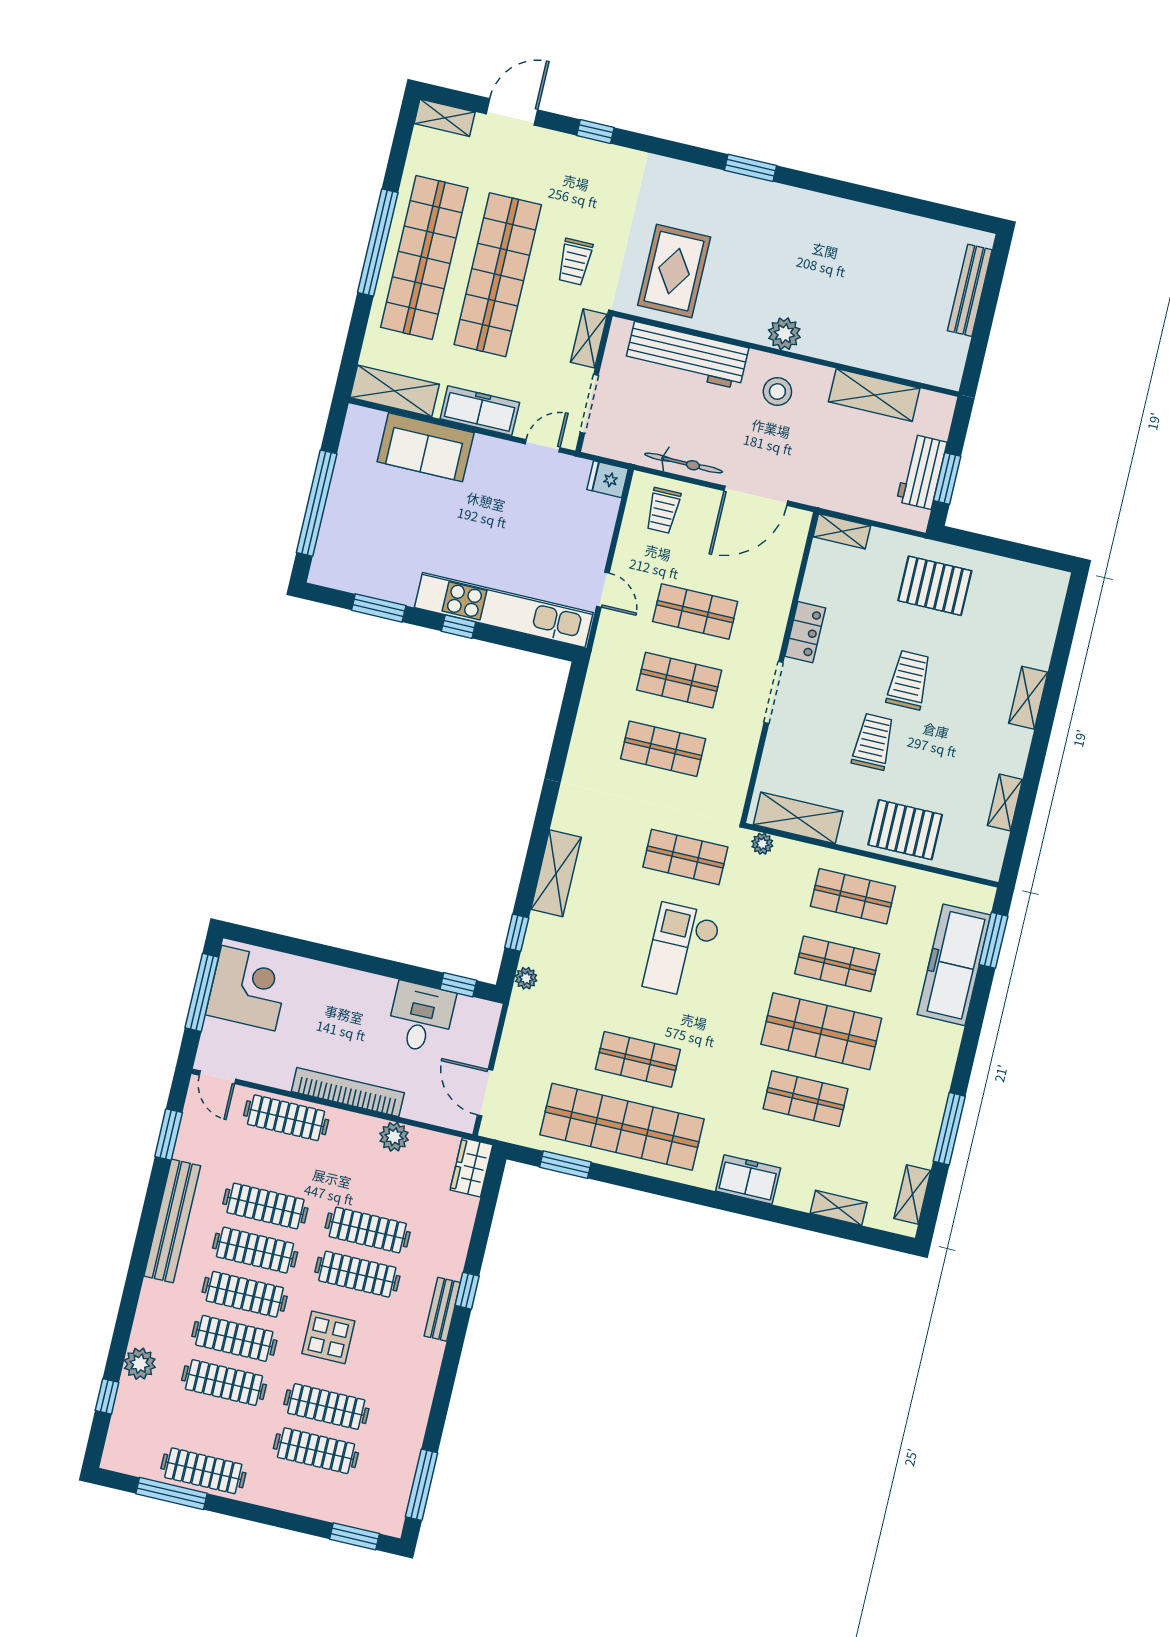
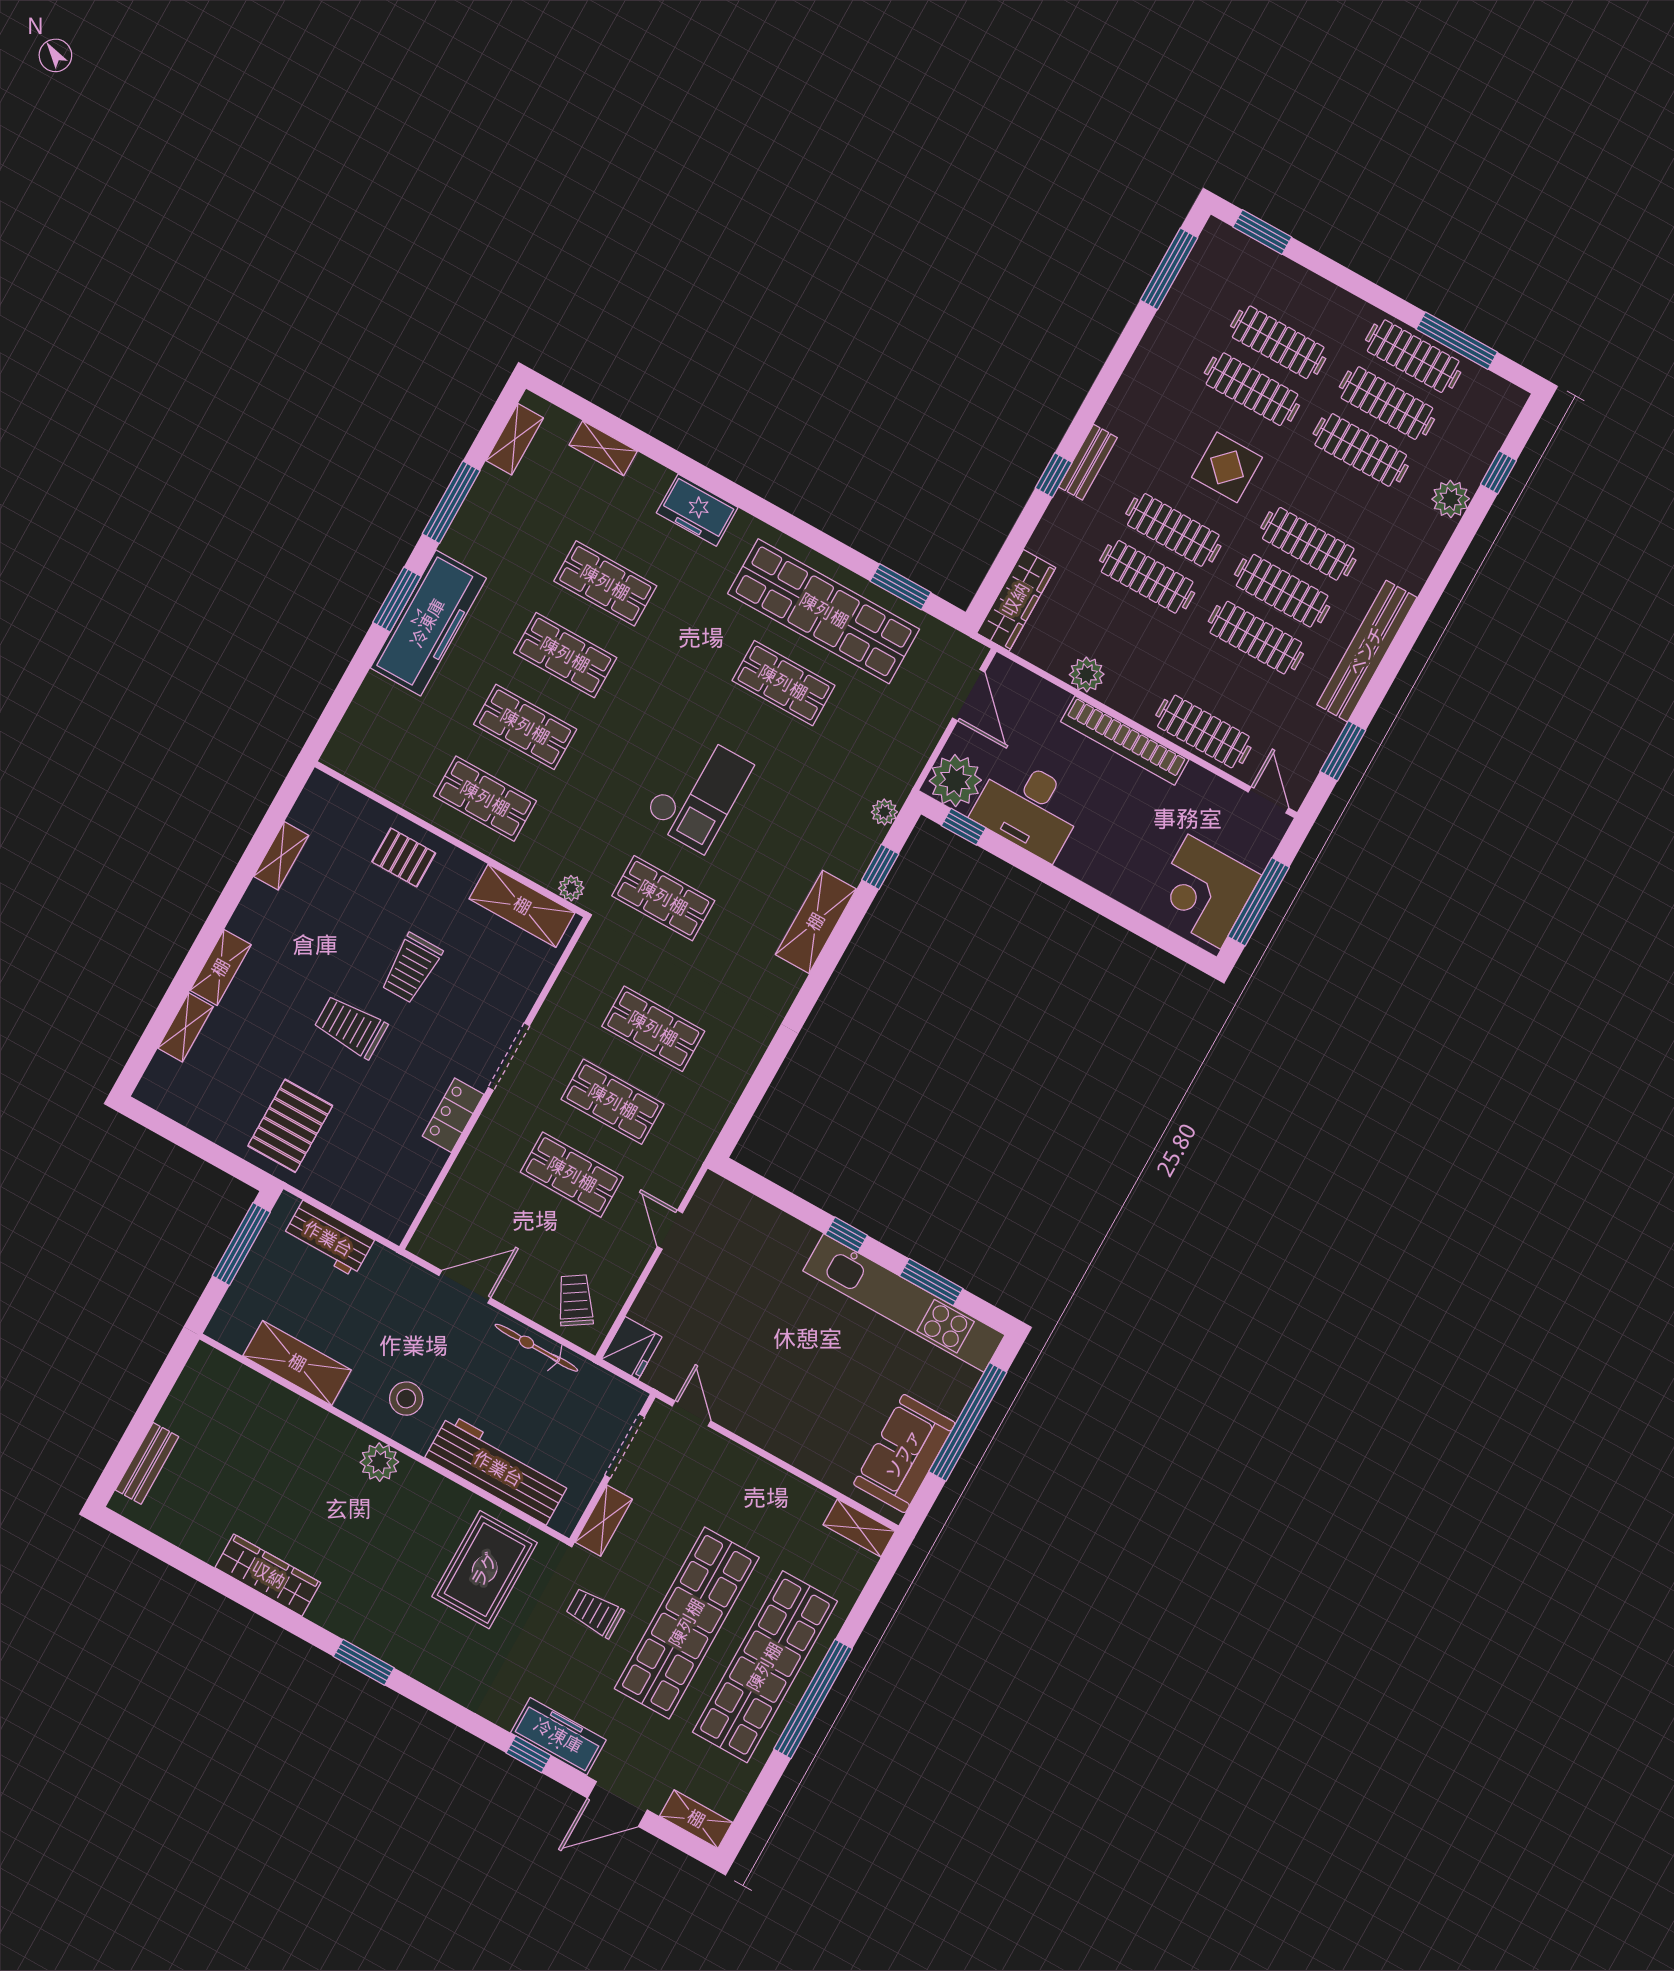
wardrobe: (849, 216) -> (268, 1575), added
trolley: (575, 262) -> (595, 1613), turned -90
bench: (970, 290) -> (147, 1463), width x0.73
shelving: (395, 391) -> (859, 1528), width x0.67, depth x0.75
freezer: (480, 411) -> (558, 1736), moved, turned 180
door: (543, 446) -> (692, 1413), swing flipped
sofa: (426, 447) -> (904, 1454), moved, turned -90
workbench: (922, 472) -> (328, 1239), moved, turned 90
window: (947, 478) -> (241, 1244), width x1.44
fridge: (608, 479) -> (632, 1348), width x1.38
door: (756, 496) -> (465, 1287), width x0.73
trolley: (663, 510) -> (575, 1300), turned -33
shelving: (842, 531) -> (185, 1027), moved, turned 90
pallet: (935, 586) -> (290, 1126), turned 90
kitchen unit: (504, 610) -> (904, 1303), moved
trolley: (909, 680) -> (351, 1027), turned 90
pallet: (905, 830) -> (404, 857), width x0.67, depth x0.71
window: (993, 940) -> (397, 599), moved
freezer: (954, 965) -> (428, 623), moved
desk: (421, 1018) -> (1029, 808), width x1.37
plant: (476, 1020) -> (955, 781), added
shop shelf: (821, 1031) -> (565, 655), width x0.70, depth x0.74
wardrobe: (471, 1167) -> (1016, 600), width x1.50
clothes rail: (234, 1338) -> (1387, 403), moved

